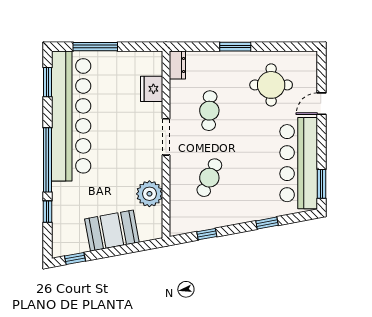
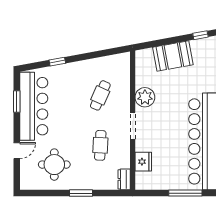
window: (321, 184) -> (17, 101), moved
plant: (149, 194) -> (145, 97), moved
window: (207, 234) -> (102, 53), removed

